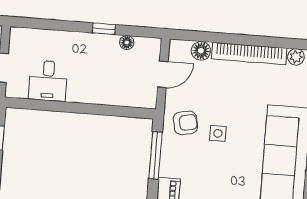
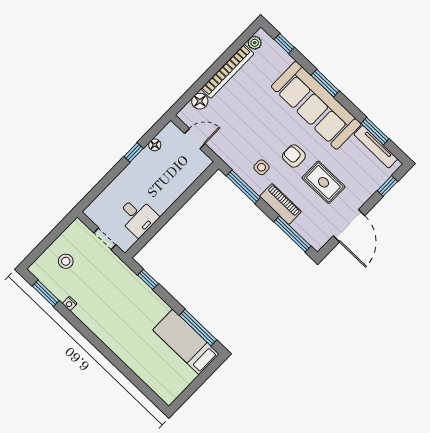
door: (163, 74) -> (195, 139), hinge flipped
armchair: (185, 123) -> (294, 156), moved, turned -78
side table: (218, 133) -> (261, 167), moved

